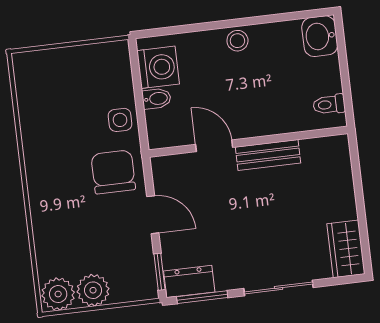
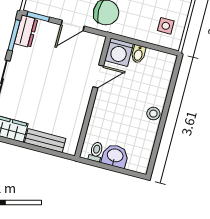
washbasin: (320, 36) -> (115, 156), moved
washing machine: (158, 67) -> (119, 52), moved
side table: (120, 120) -> (166, 26), moved
bench: (268, 155) -> (45, 141), moved, turned 90

